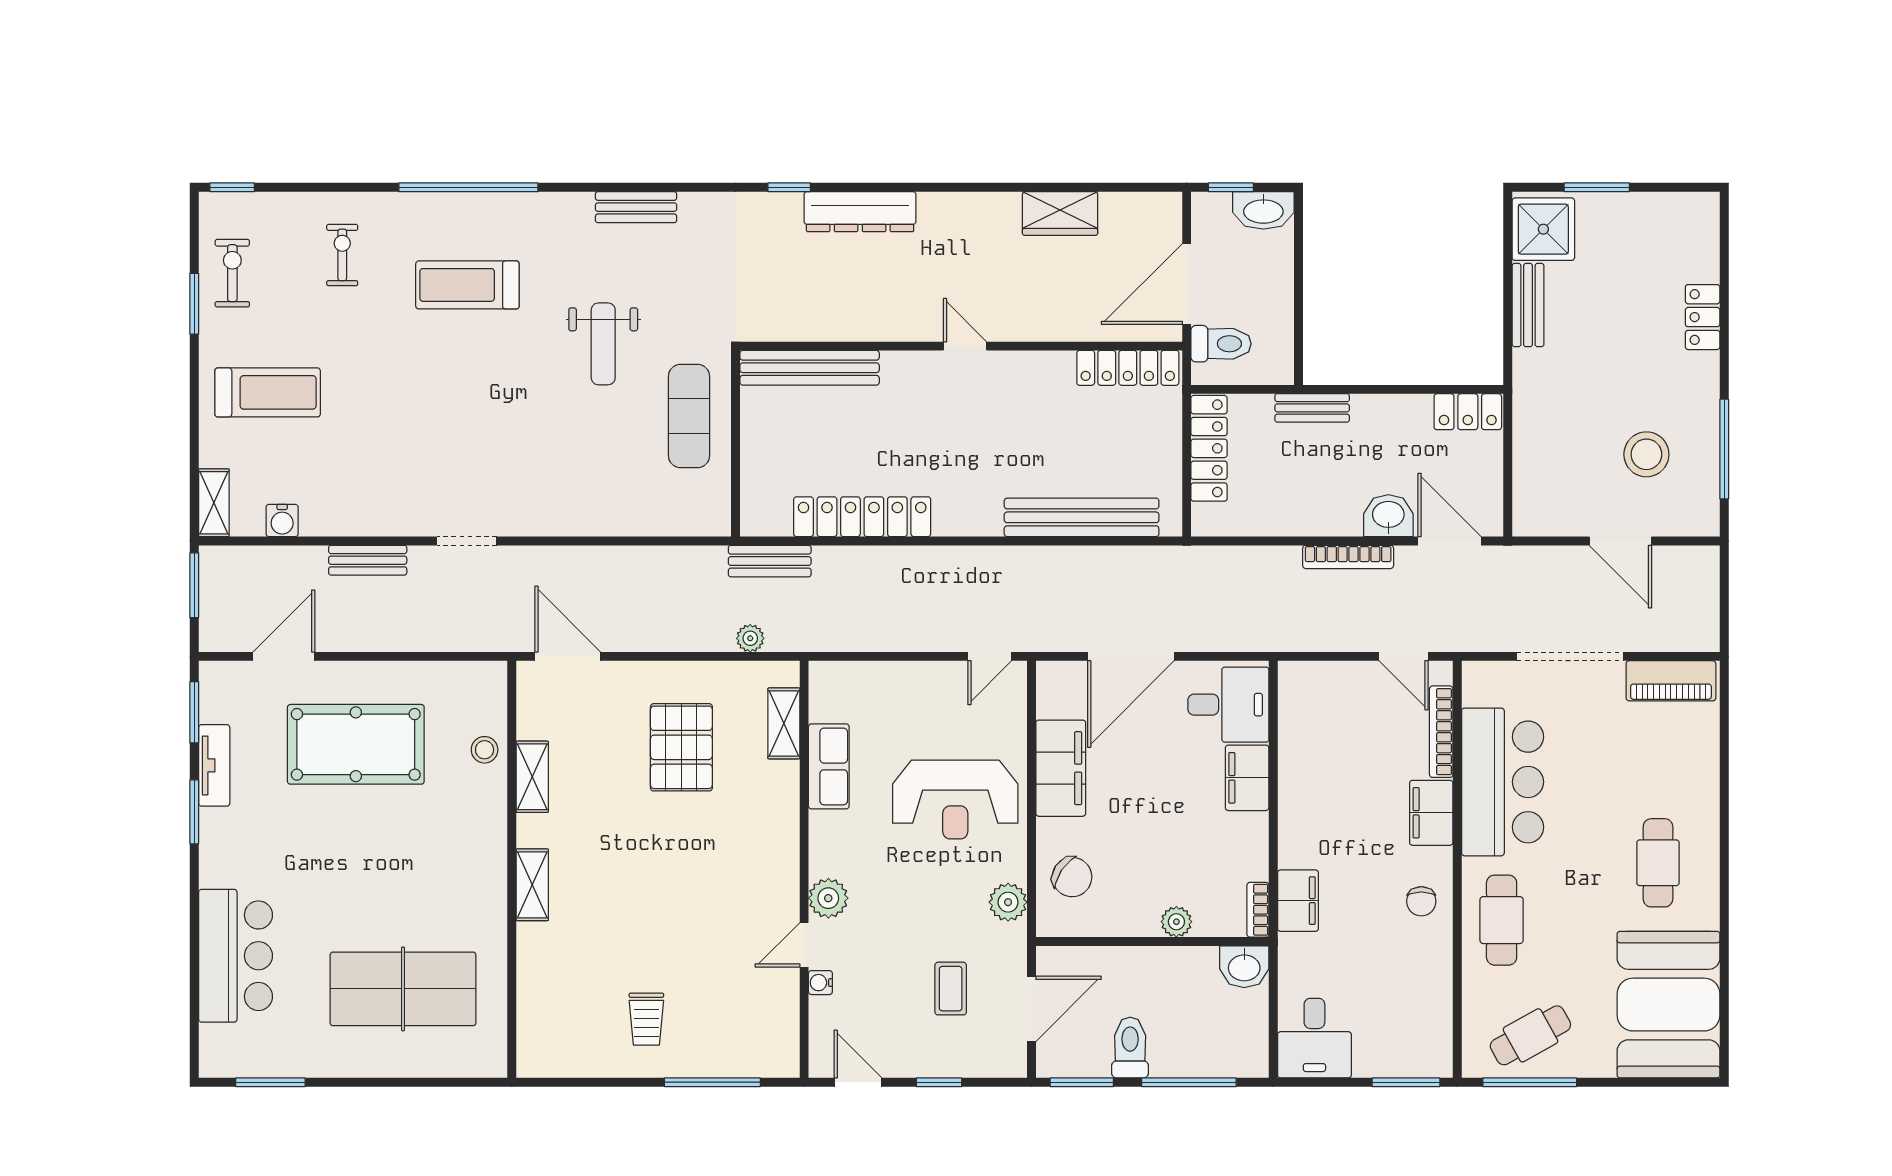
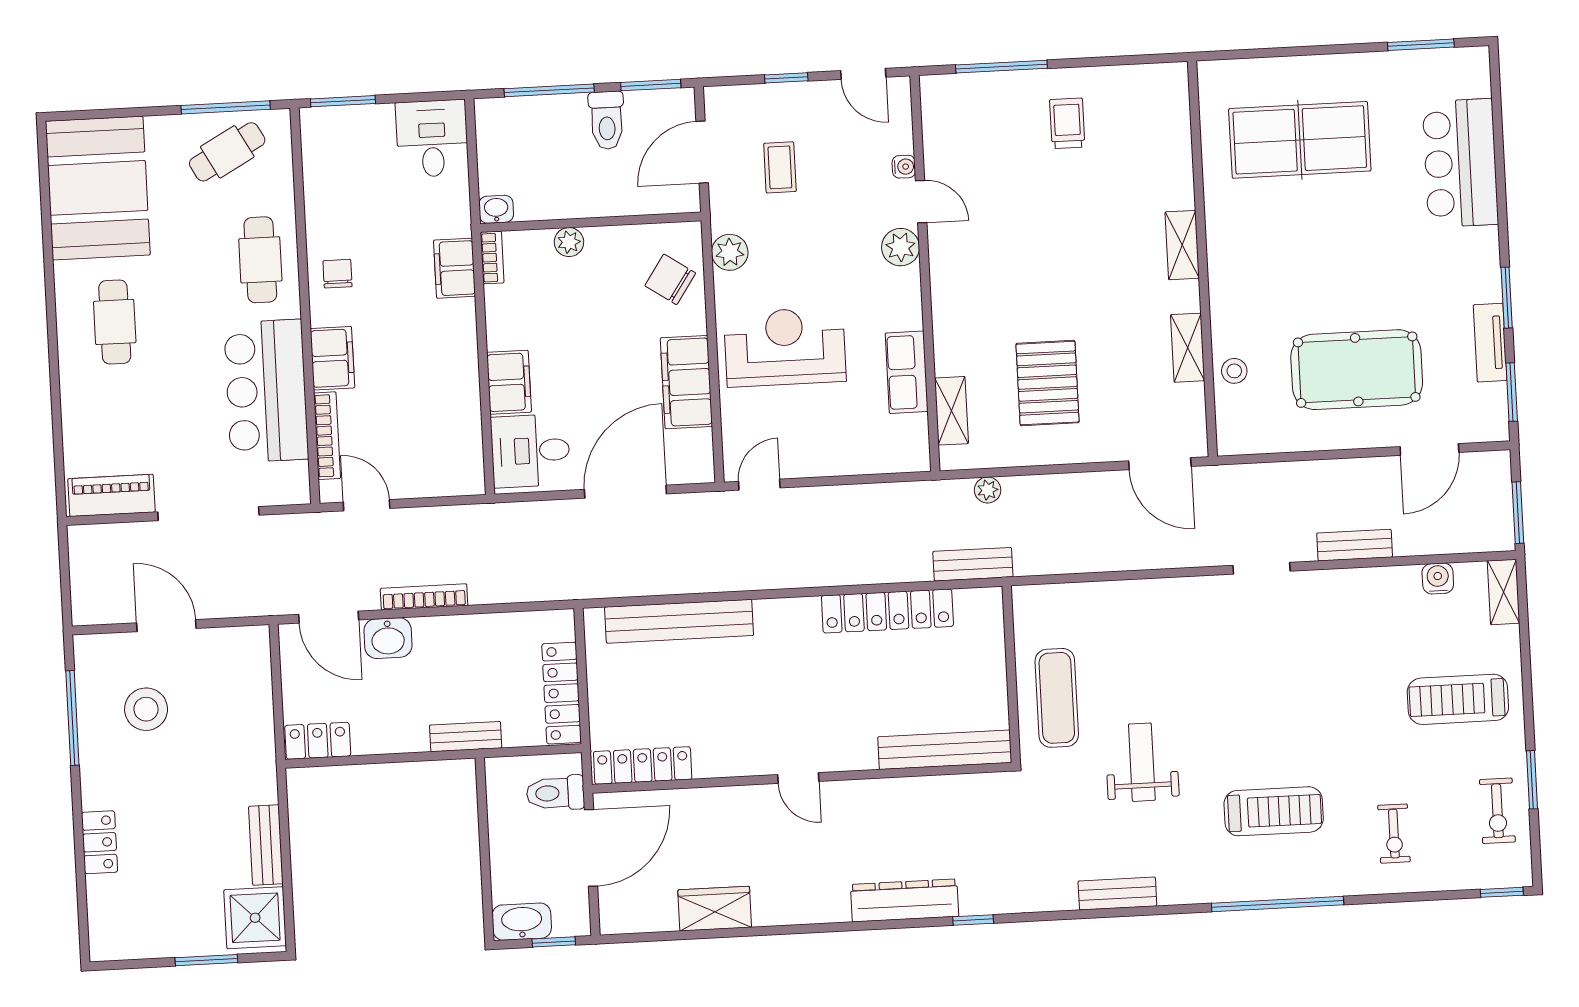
door: (804, 945) -> (921, 202), hinge flipped
washbasin: (1244, 967) -> (496, 209), width x0.72, depth x0.69

